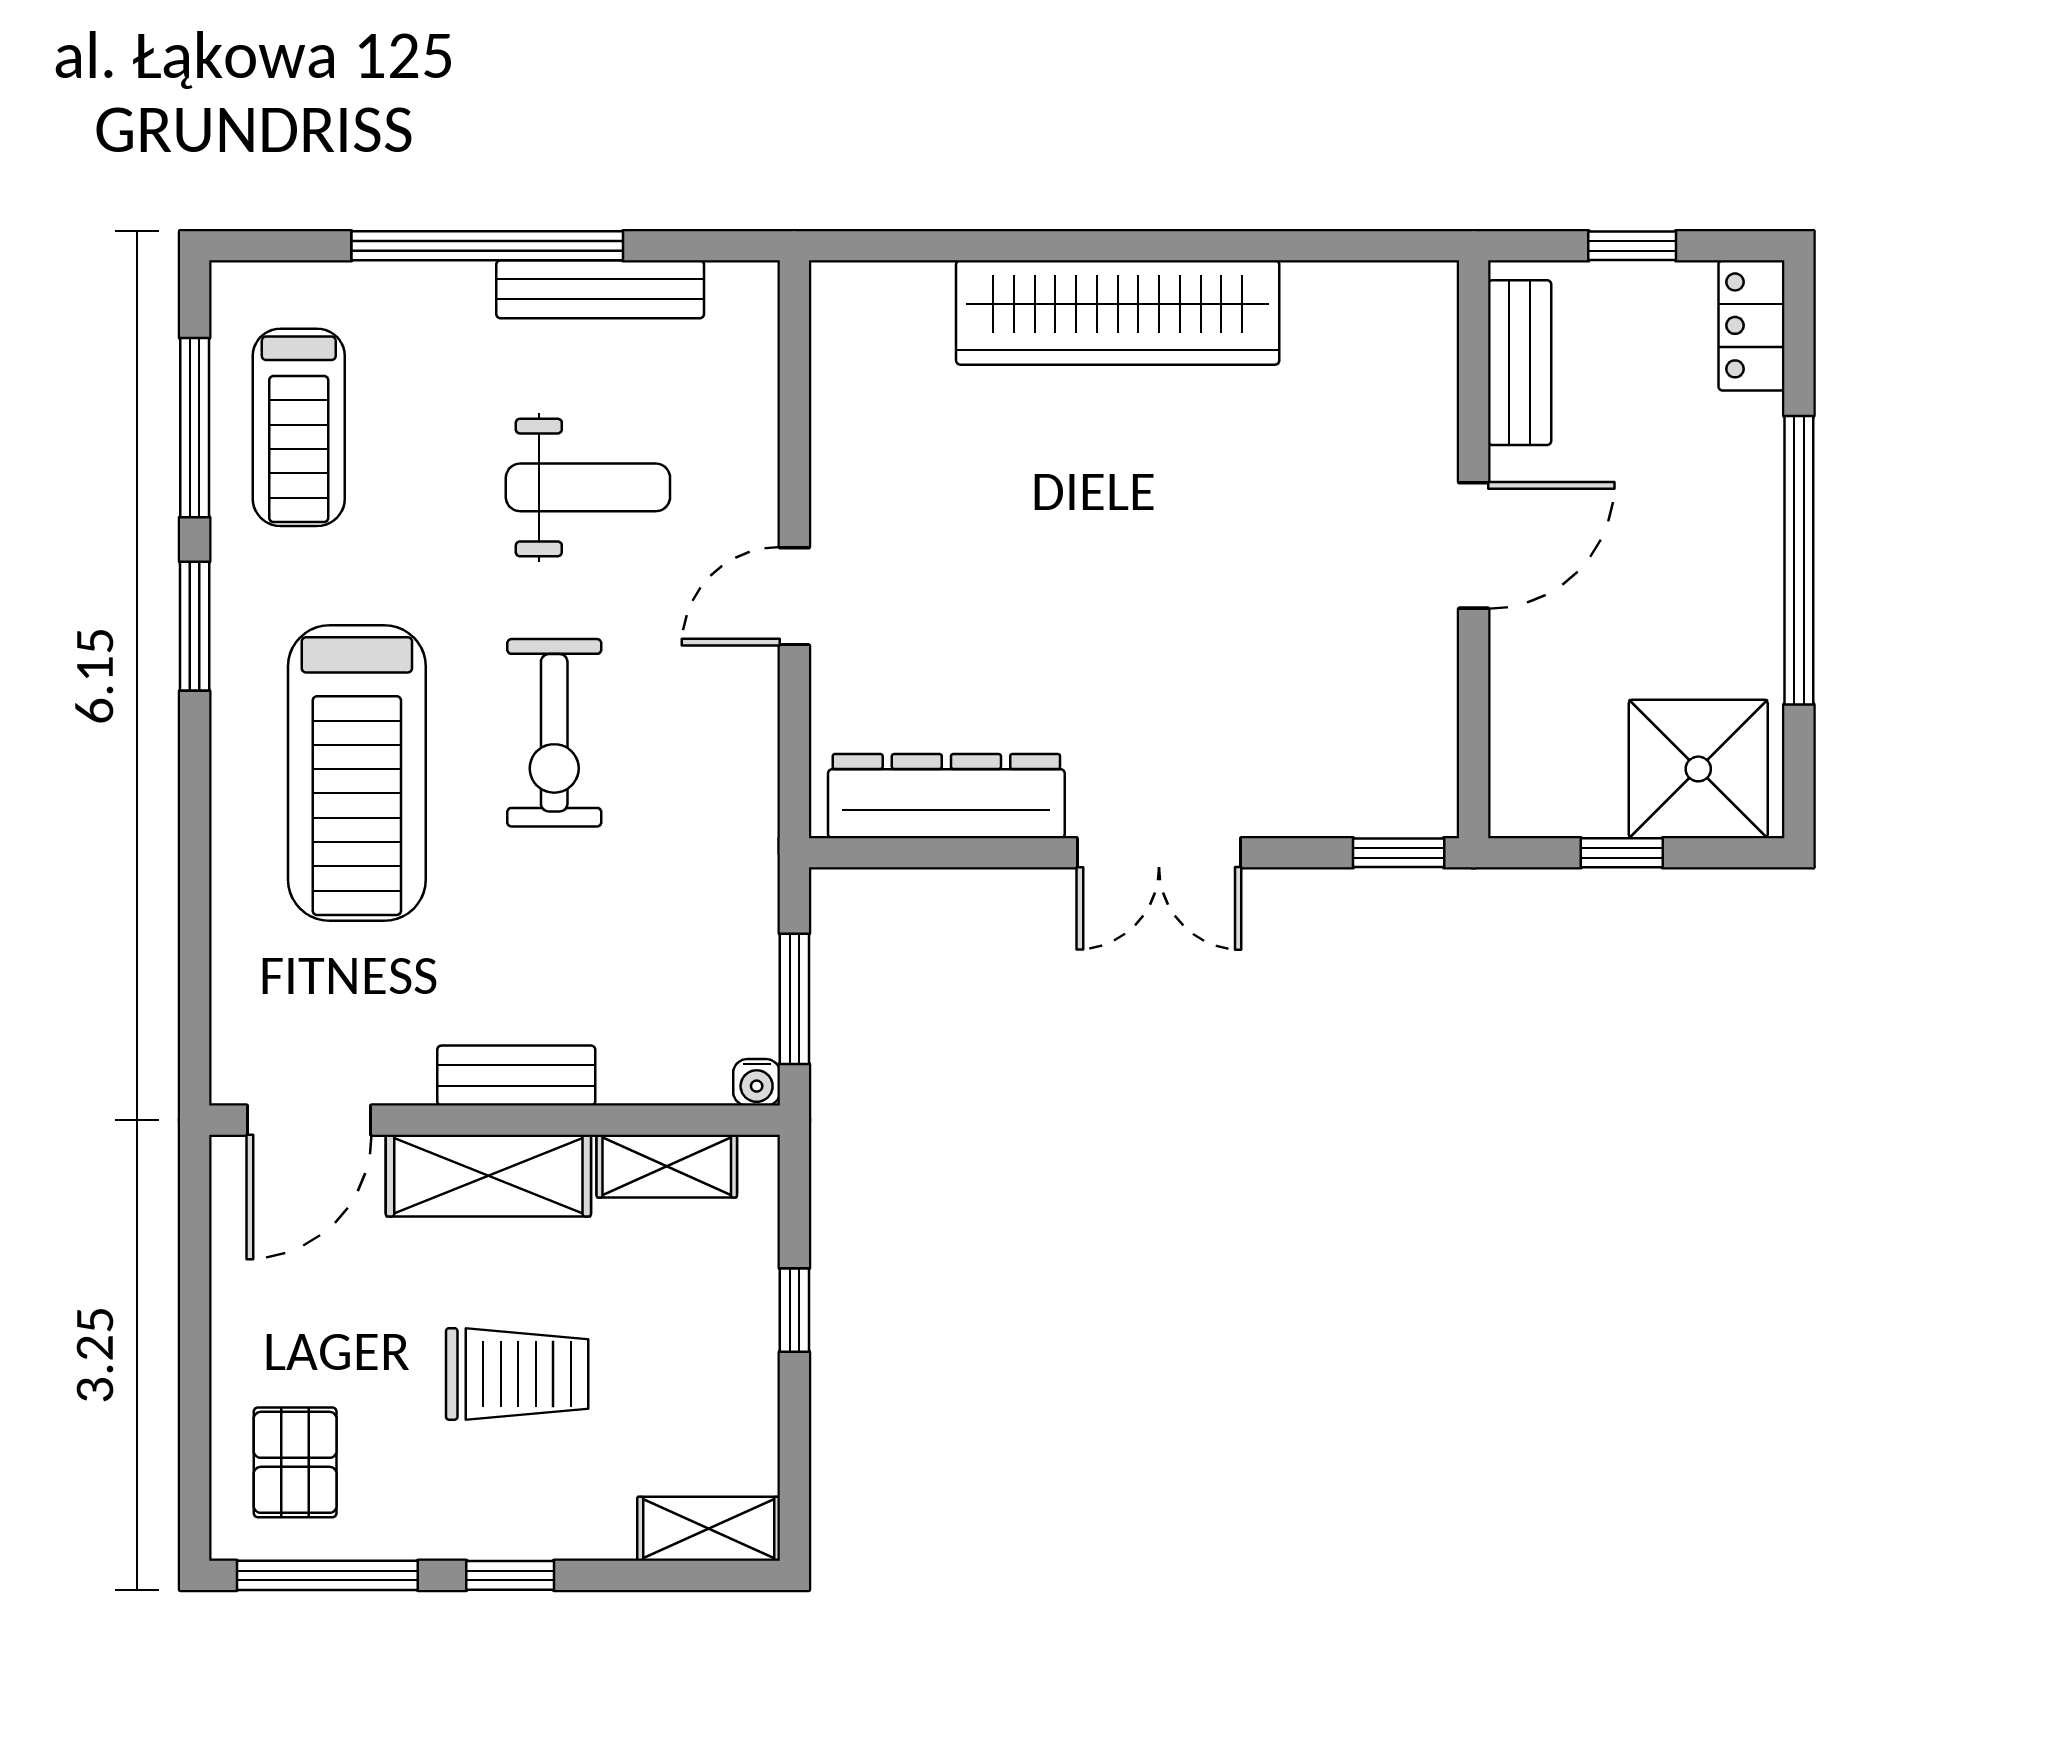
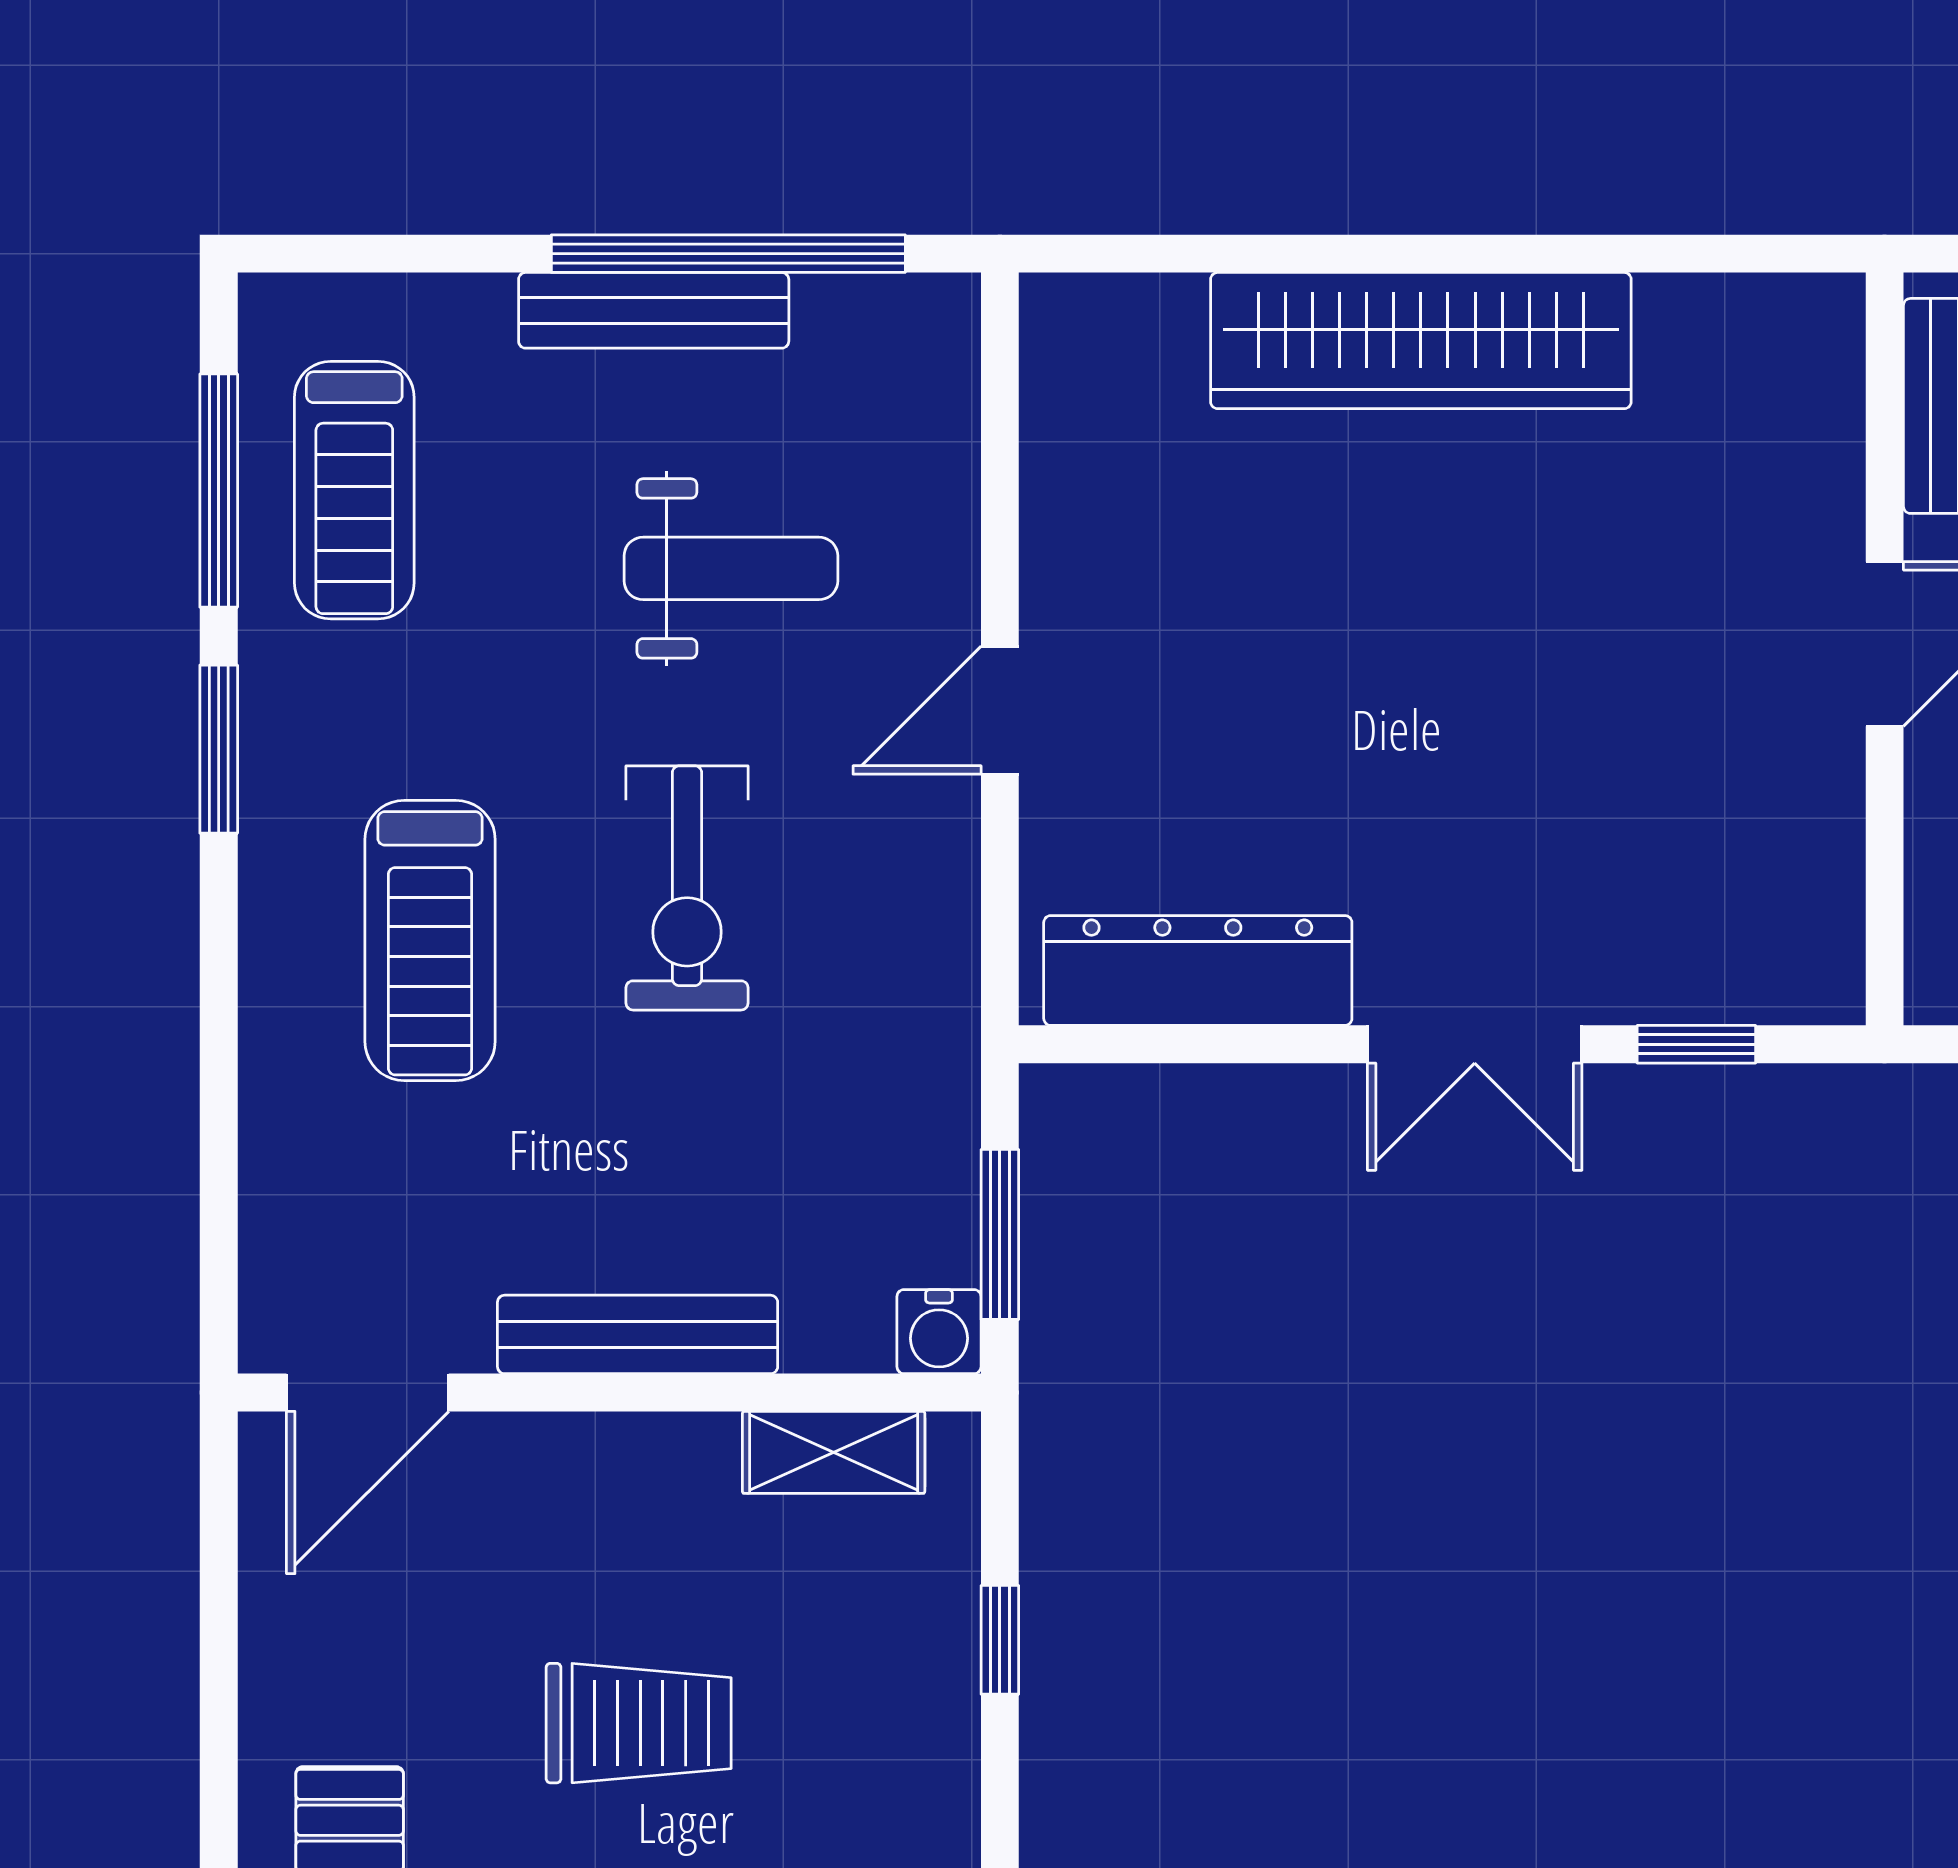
window: (487, 246) -> (728, 254), moved
bench: (600, 289) -> (654, 310), moved
treadmill: (357, 773) -> (430, 940), width x0.73, depth x0.73
window: (1399, 853) -> (1696, 1044), moved
bench: (516, 1076) -> (638, 1334), width x1.36
water cooler: (757, 1082) -> (939, 1332), width x1.38, depth x1.38
shelving: (488, 1176) -> (601, 1465), removed

